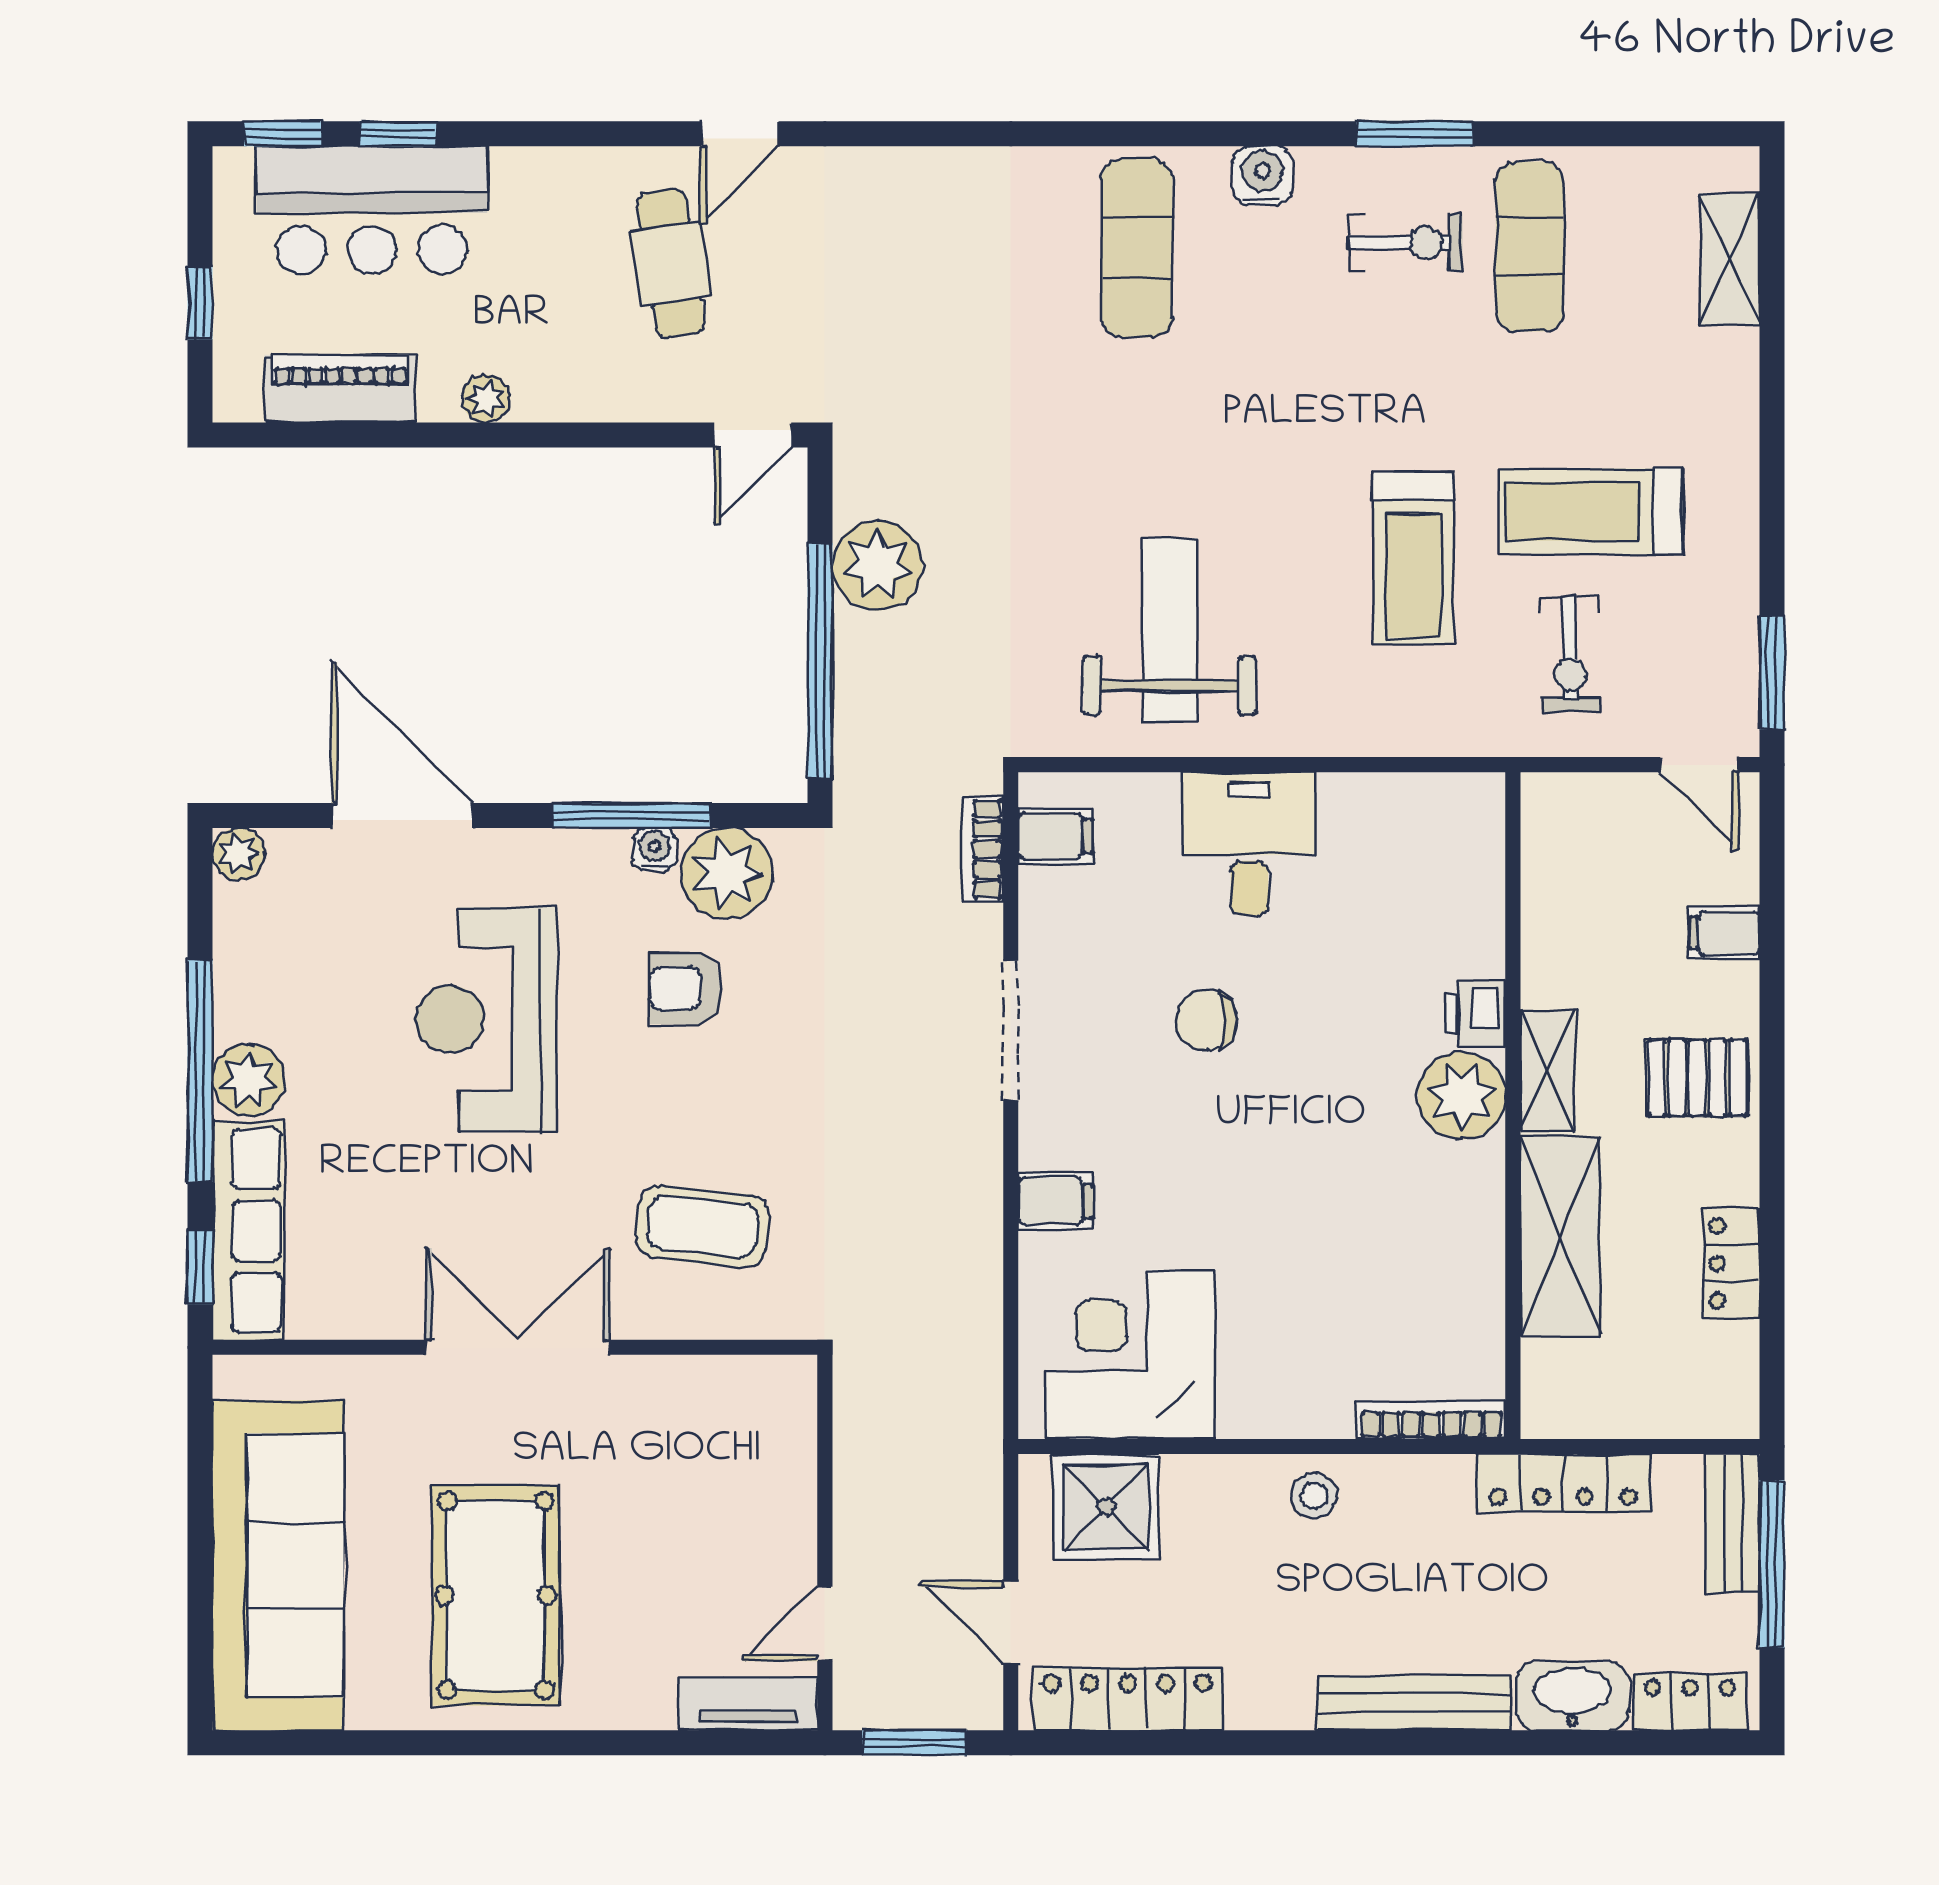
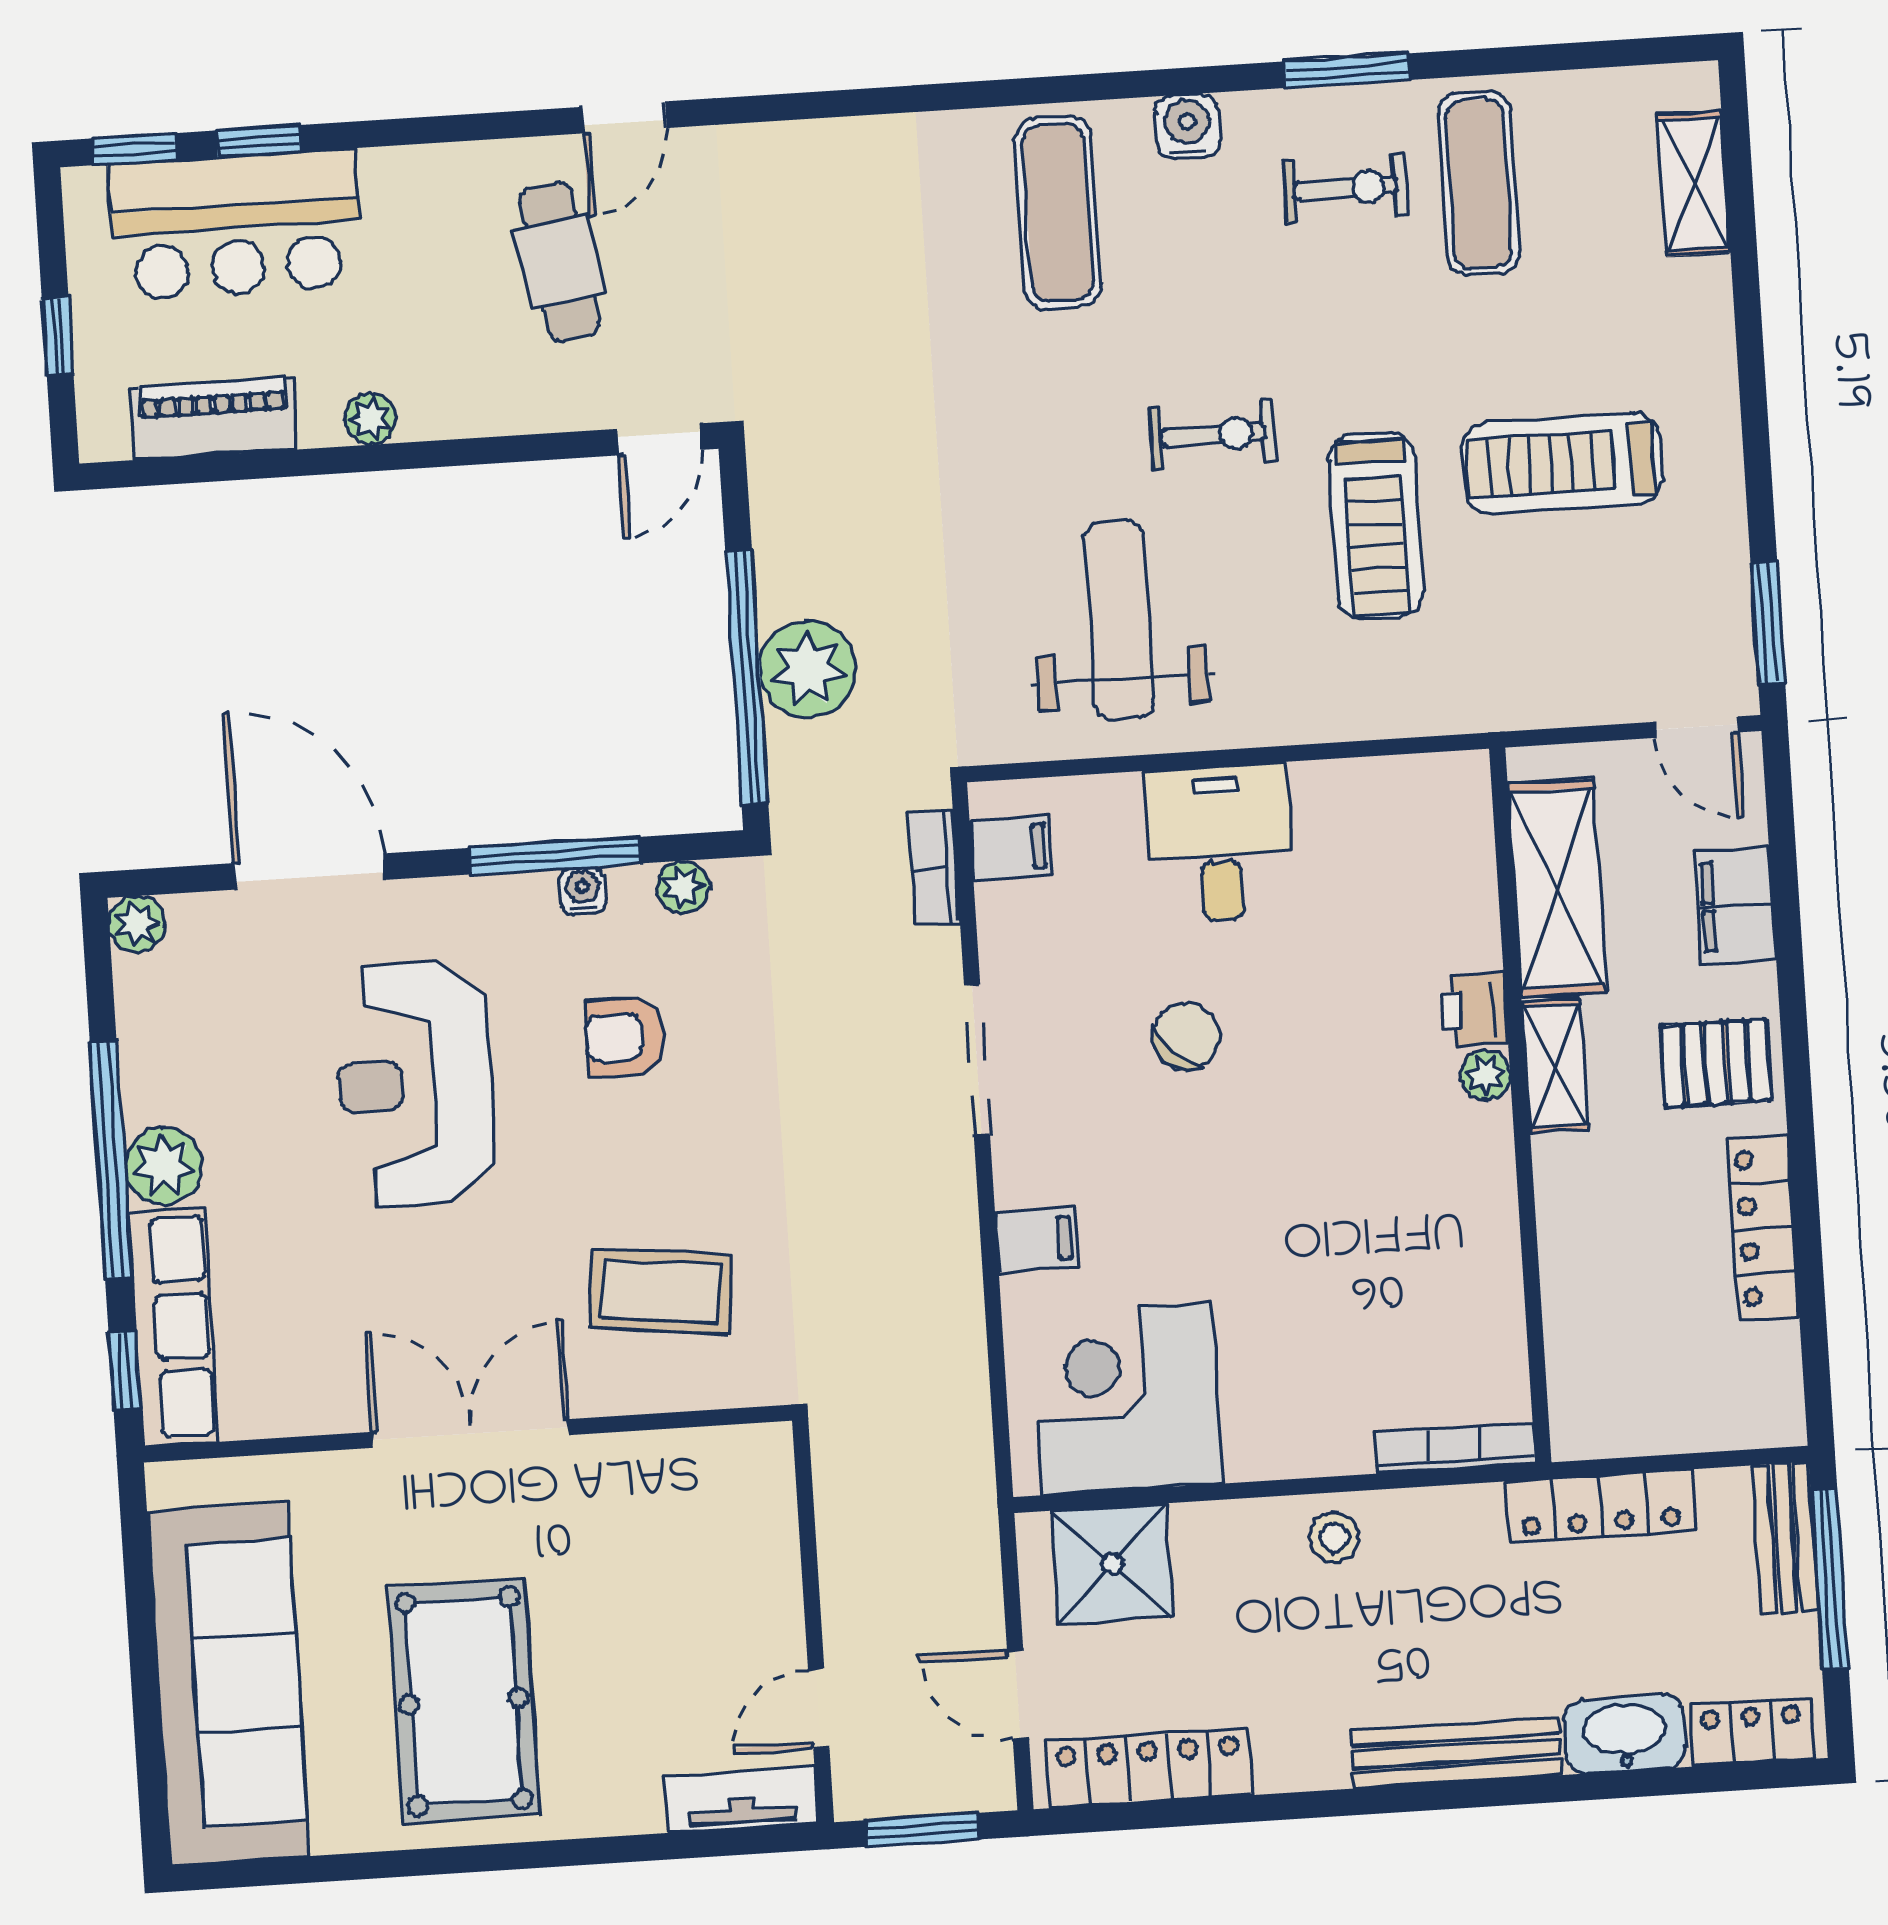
plant: (877, 566) -> (808, 669), moved
exercise bike: (1570, 654) -> (1213, 435), moved, turned -89
plant: (727, 873) -> (683, 887), width x0.53, depth x0.53
filing cabinet: (1724, 933) -> (1735, 906), width x2.00
chair: (1207, 1021) -> (1186, 1036), turned 135
plant: (1462, 1096) -> (1485, 1075), width x0.53, depth x0.53
shelving: (1560, 1236) -> (1557, 888), moved
locker: (1731, 1263) -> (1763, 1228), width x1.53

